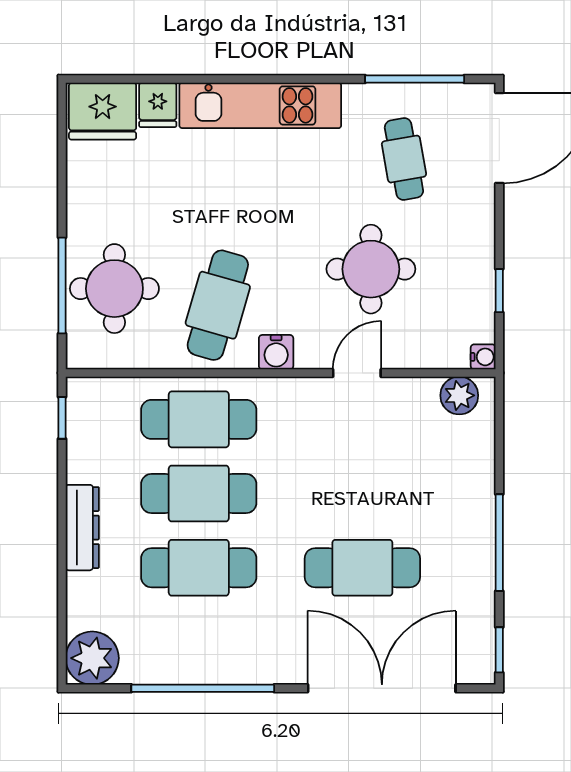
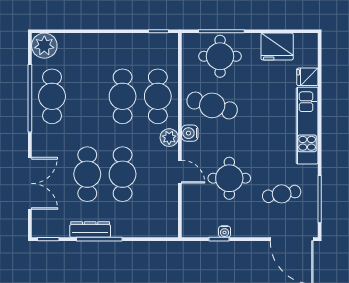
fridge: (103, 111) -> (277, 47), moved, turned -90
water cooler: (483, 357) -> (225, 232), moved
plant: (459, 395) -> (169, 138), moved
cafe table: (362, 494) -> (123, 174), added
dresser: (82, 528) -> (90, 230), moved, turned 180
cafe table: (199, 568) -> (52, 96), moved
double door: (382, 688) -> (30, 183), width x0.73

